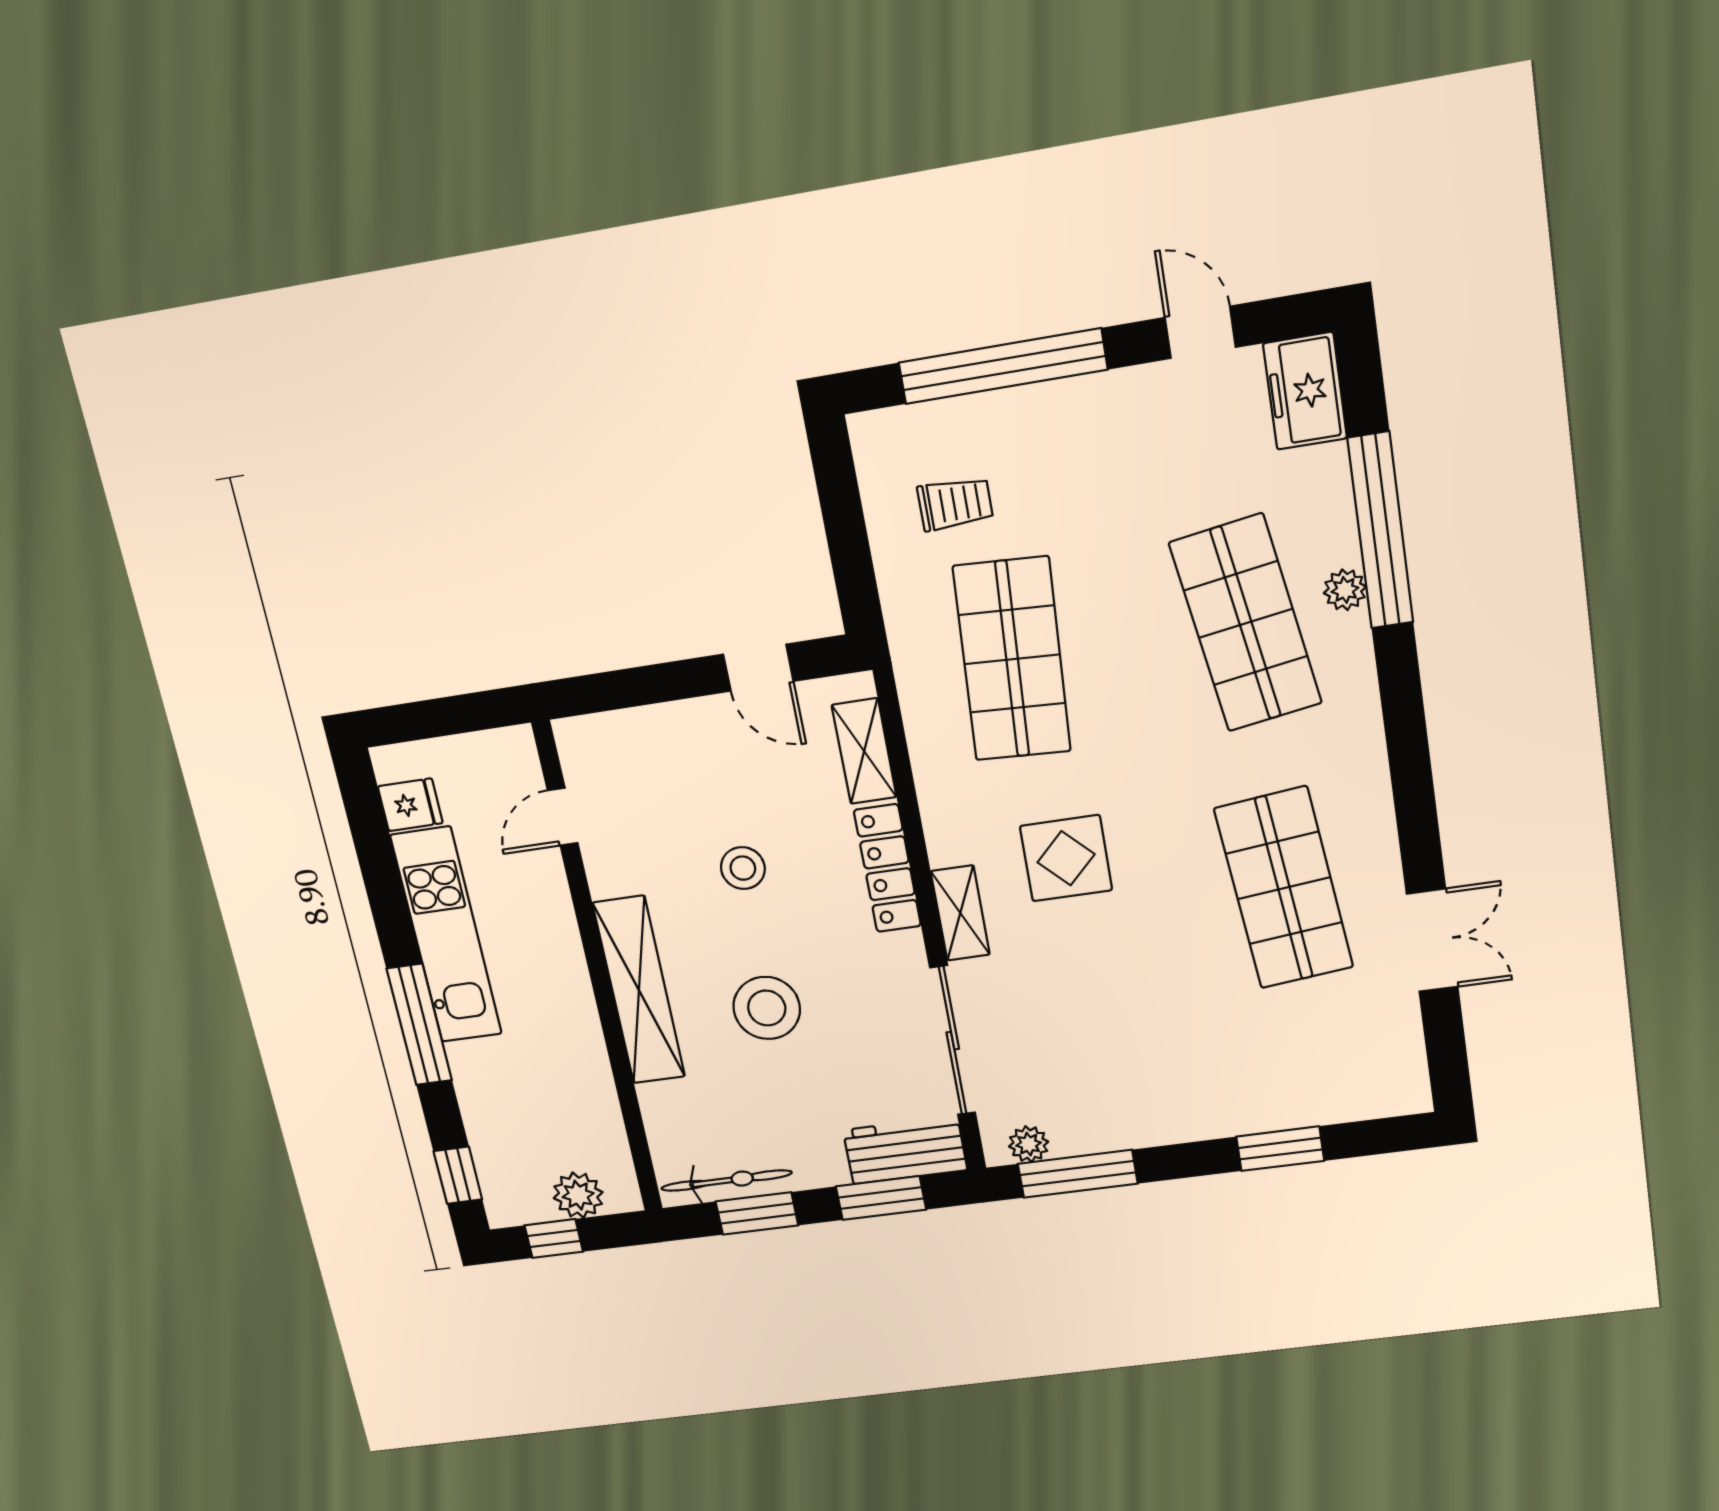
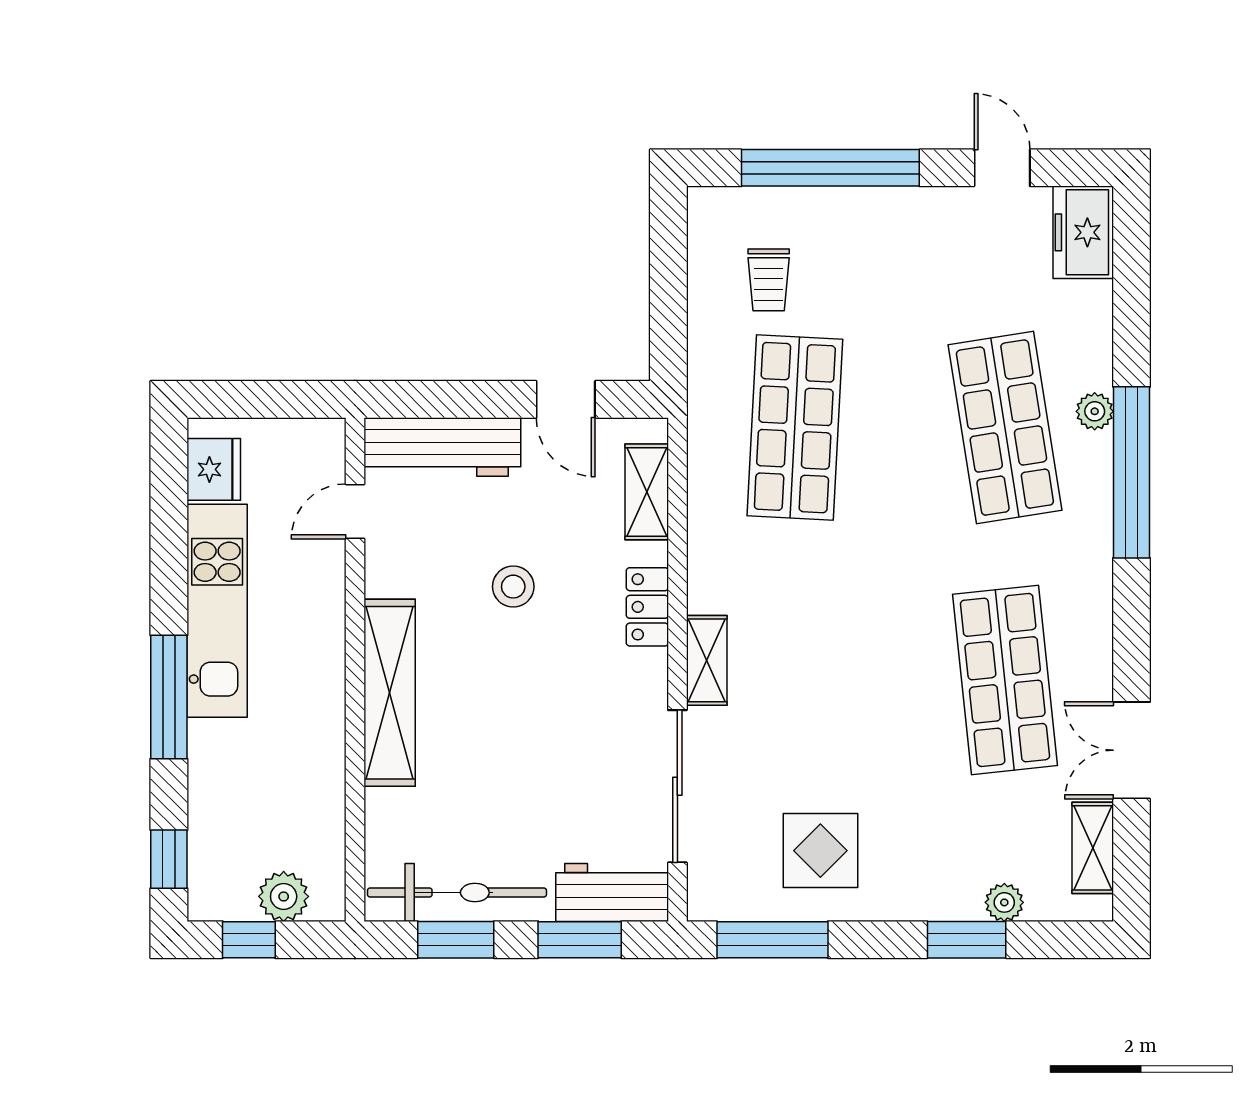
trolley: (955, 504) -> (769, 280), turned 90
window: (1380, 531) -> (1131, 472), moved
workbench: (638, 737) -> (442, 447), added
fridge: (410, 805) -> (214, 469), width x1.38
display table: (1066, 858) -> (820, 851), moved
locker: (887, 868) -> (647, 607), width x0.66
double door: (1432, 940) -> (1131, 750), swing flipped
stool: (767, 1008) -> (508, 728), removed
shelving: (1403, 1043) -> (1093, 848), added
plant: (1029, 1144) -> (1004, 902), moved
bicycle: (726, 1181) -> (457, 892), width x1.37, depth x1.40

